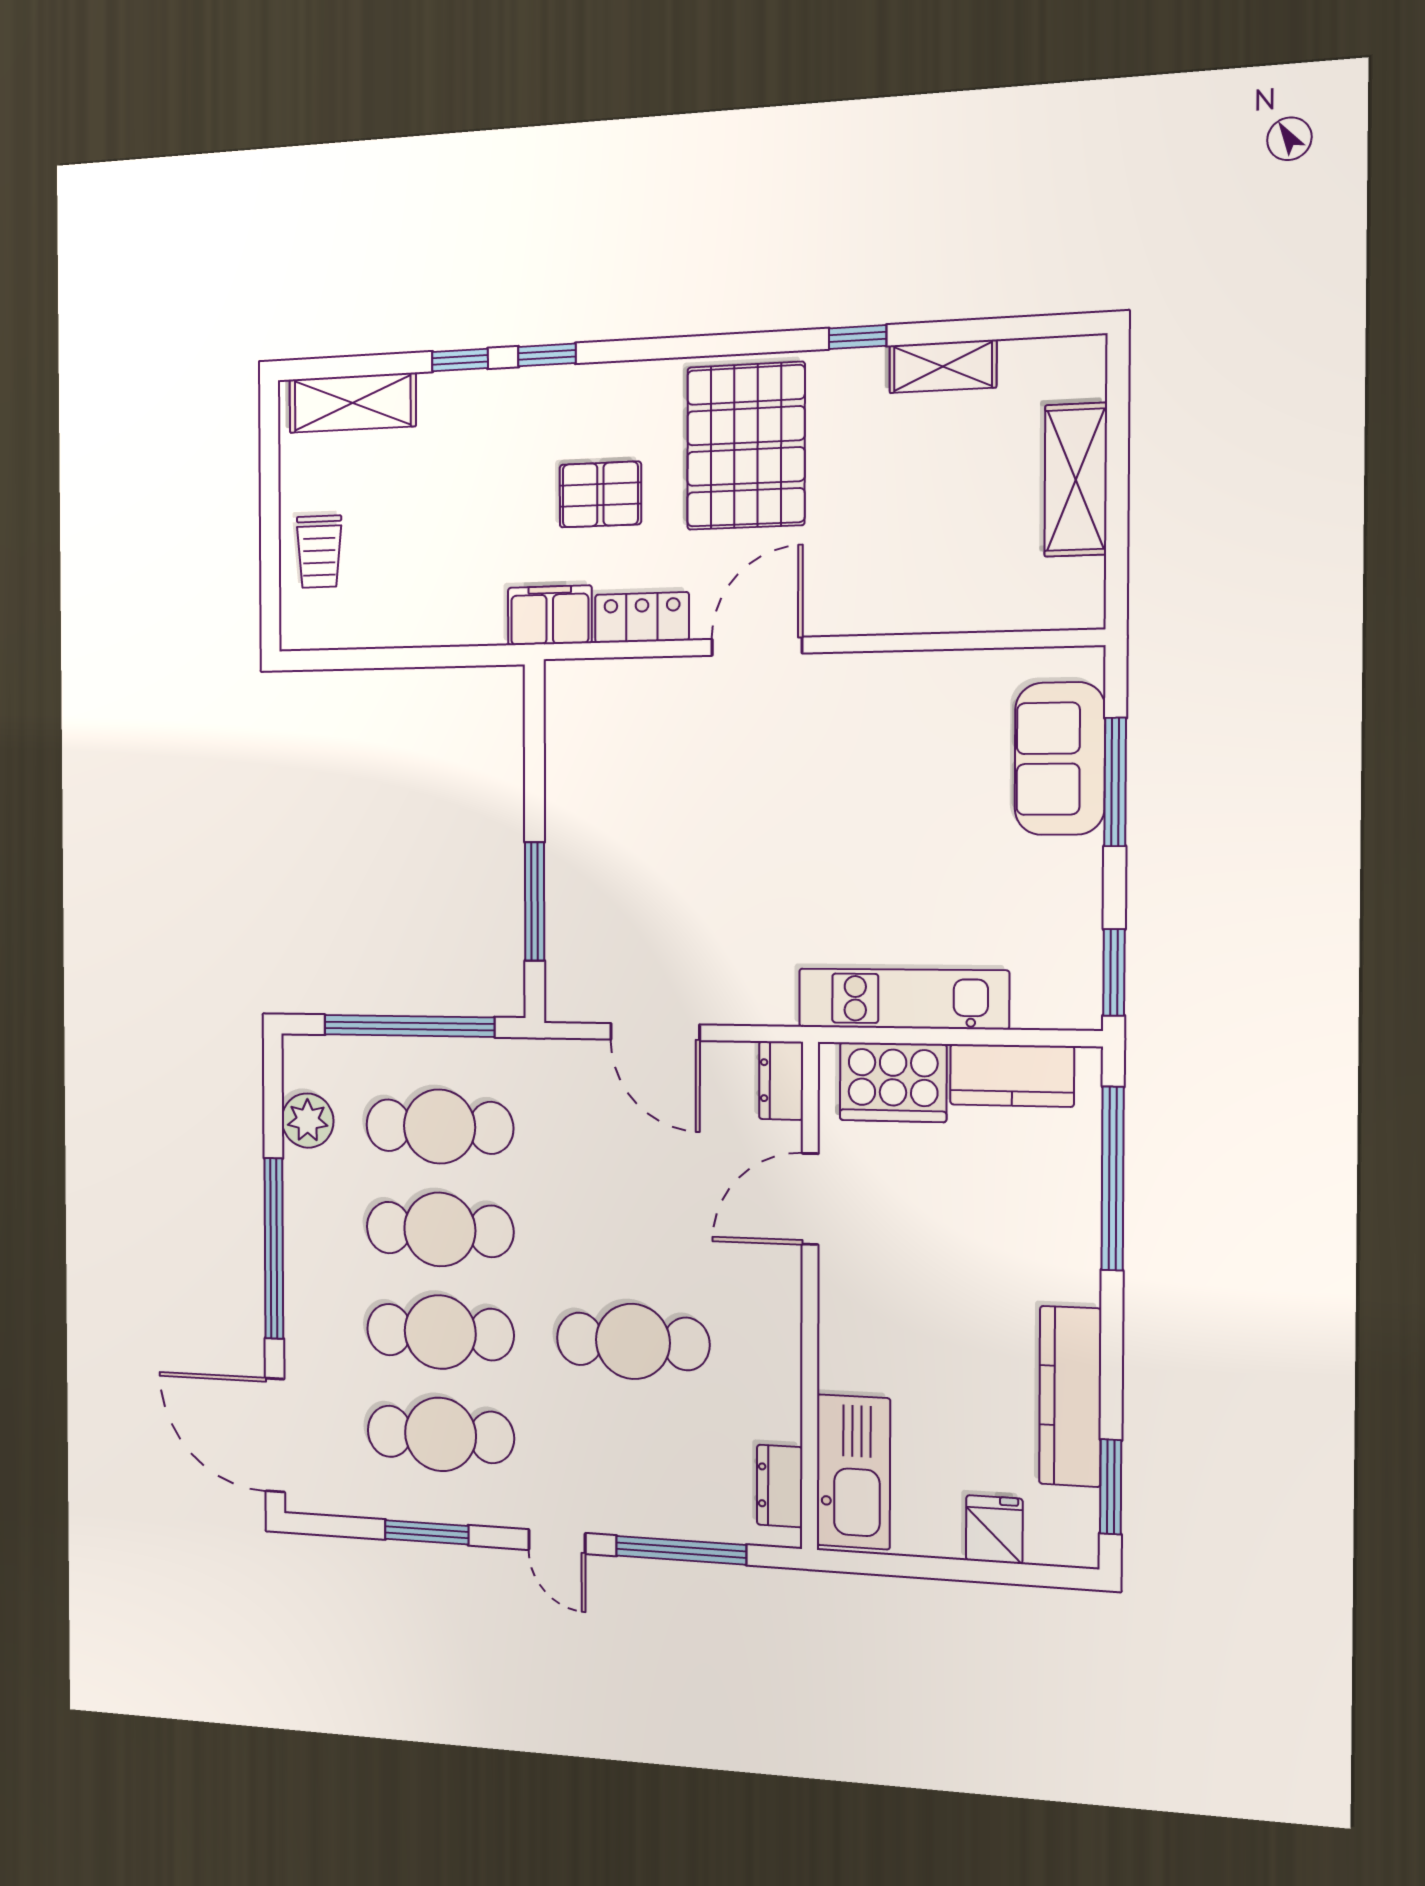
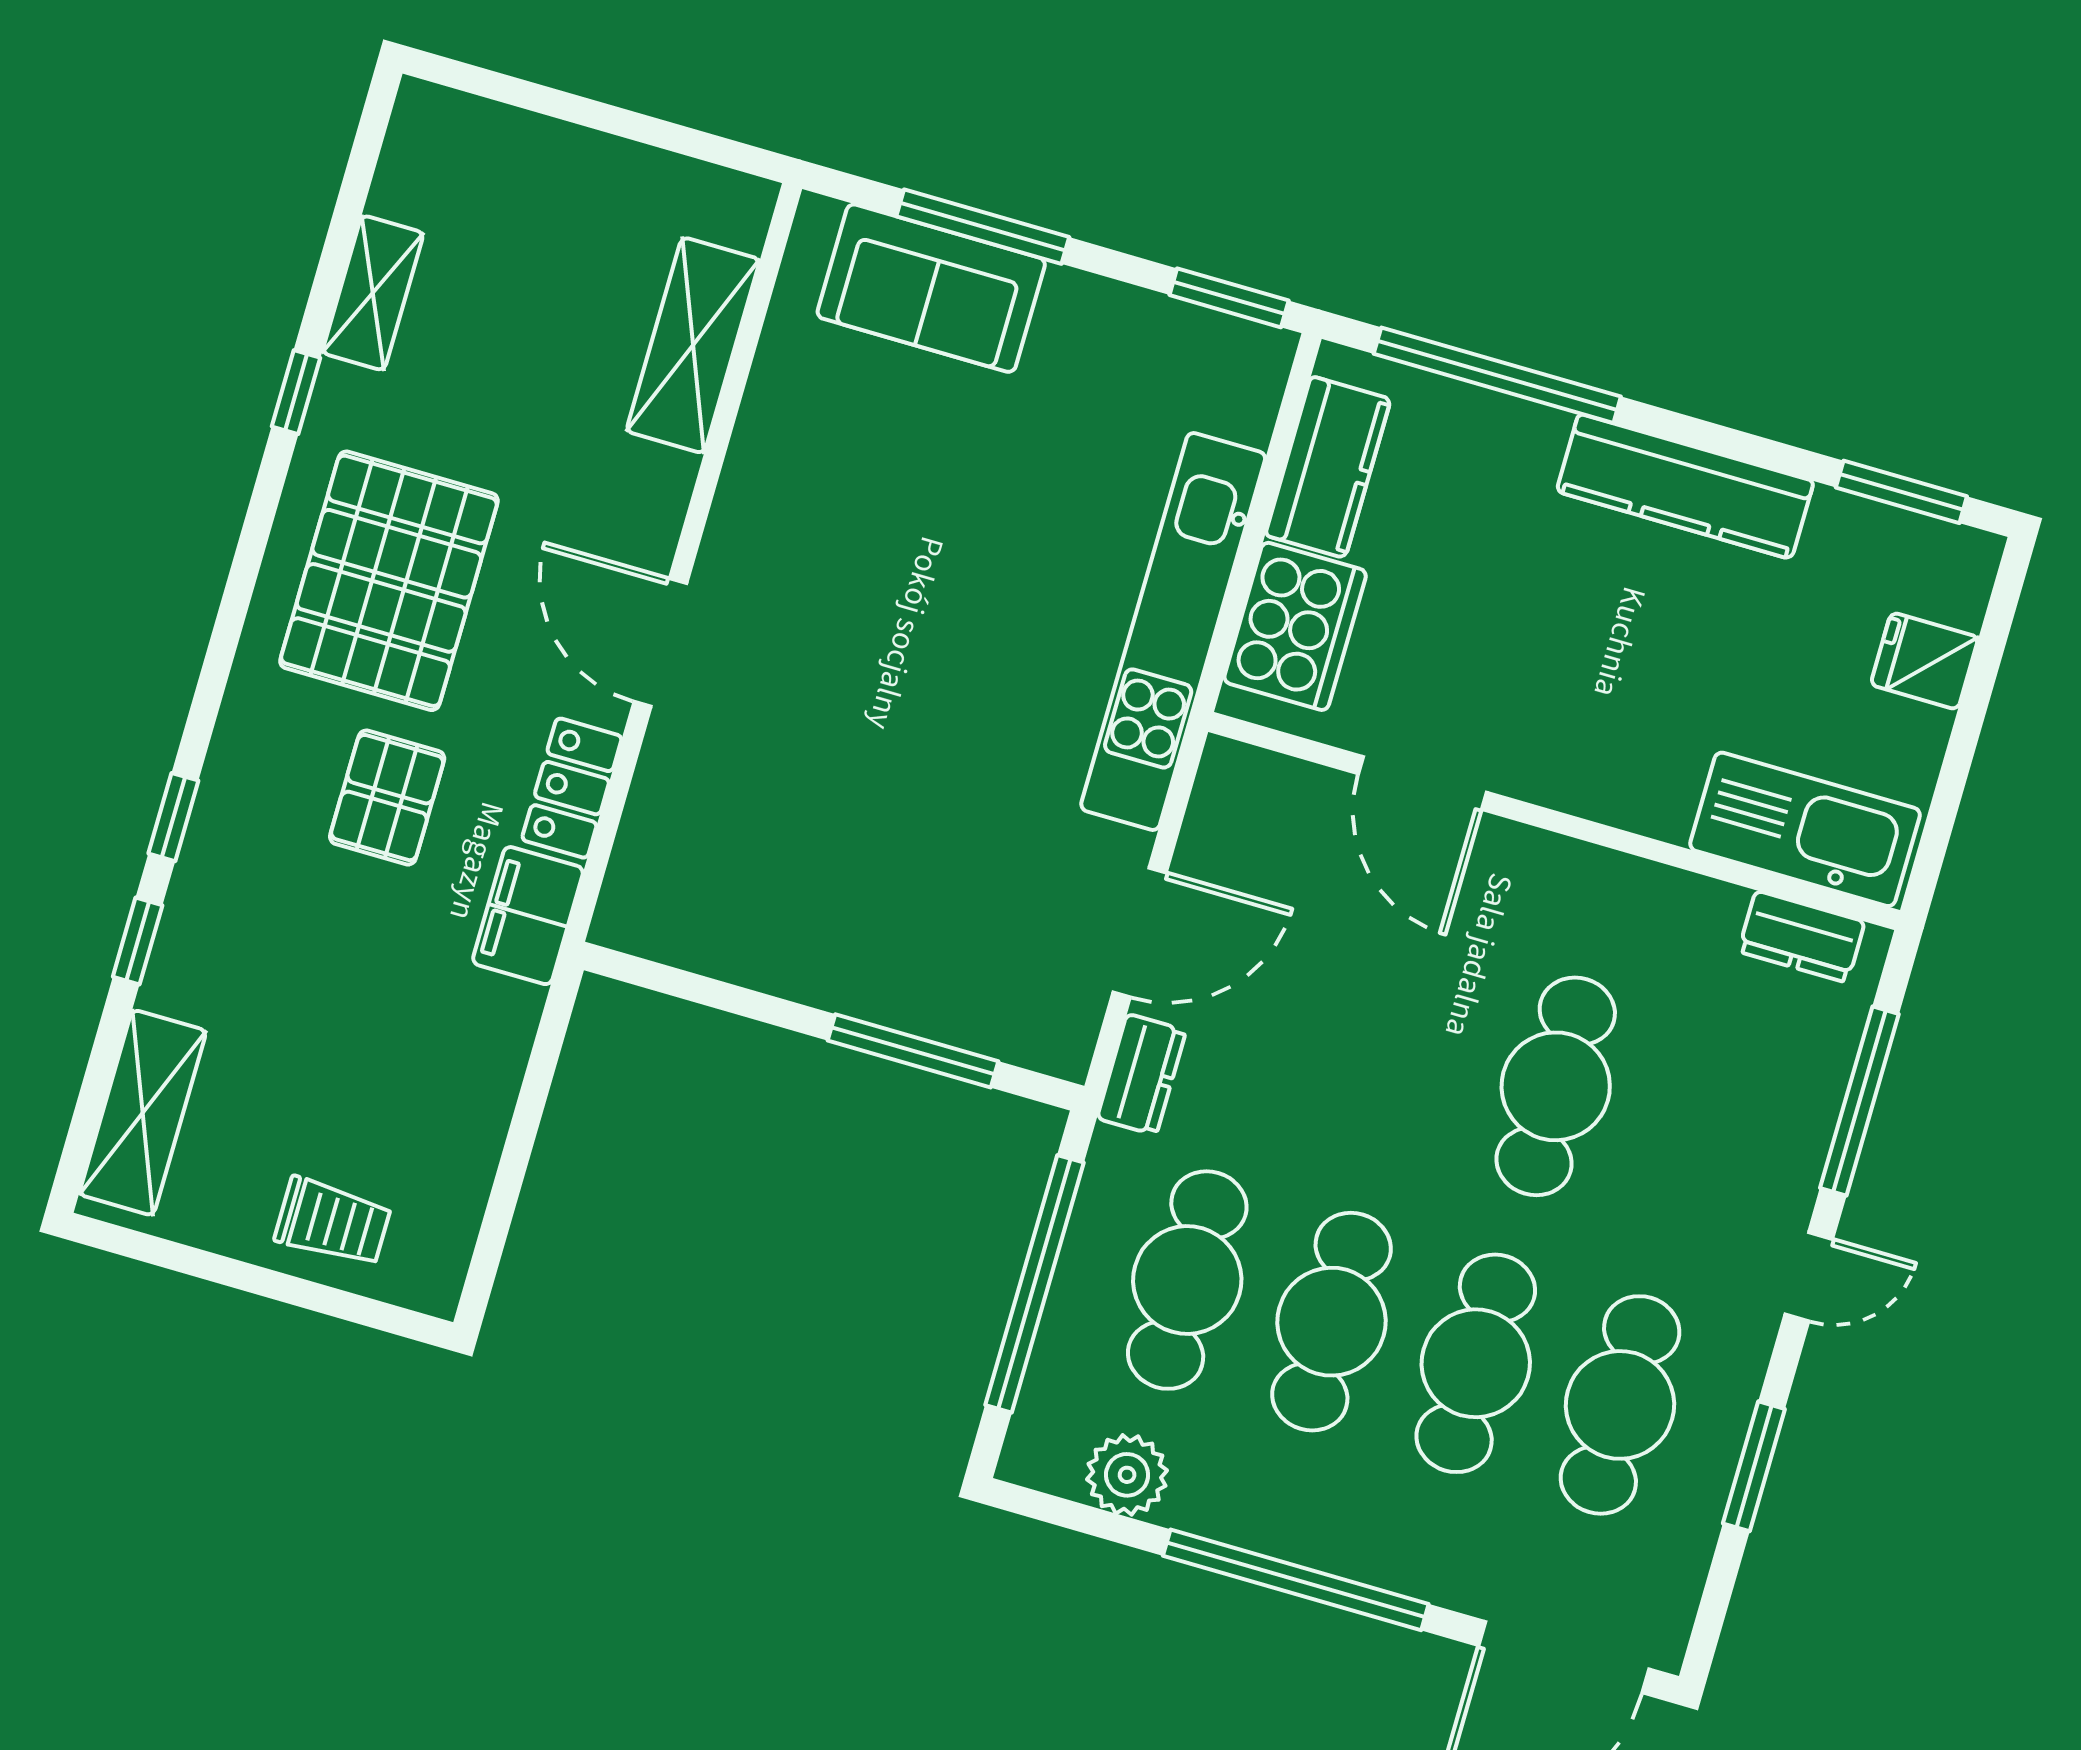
pallet: (746, 446) -> (389, 581), turned 90
shelving: (1076, 480) -> (693, 345), moved, turned 90
kitchen unit: (903, 999) -> (1173, 631), width x1.36
dresser: (781, 1081) -> (1141, 1074), moved, turned -90
kitchen counter: (1070, 1396) -> (1685, 486), moved

